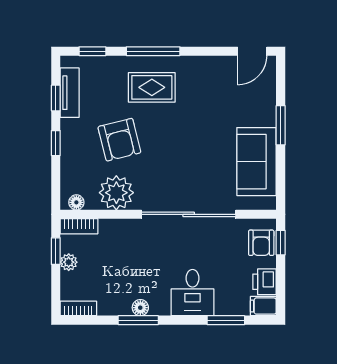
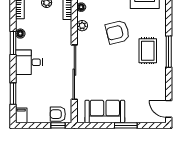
window: (92, 51) -> (169, 16), removed
plant: (116, 193) -> (82, 26), width x0.53, depth x0.53
printer: (265, 282) -> (35, 116), removed
desk: (193, 293) -> (29, 62), moved
floor lamp: (140, 308) -> (20, 34), moved

